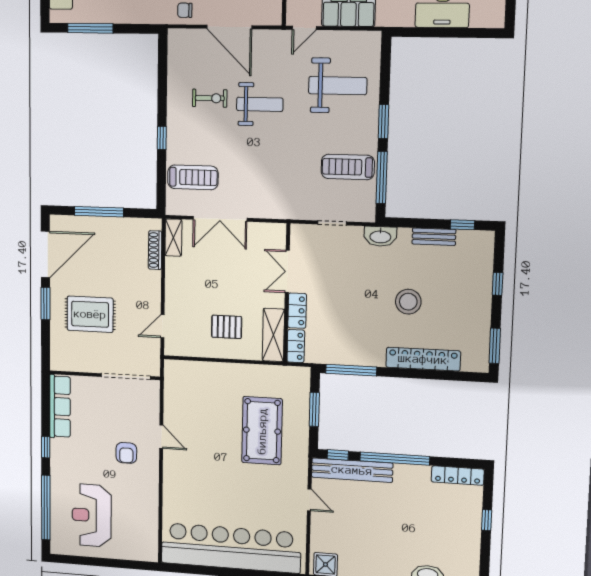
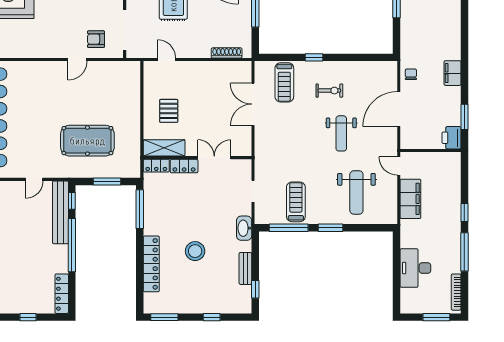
exercise bike: (210, 98) -> (329, 91), moved, turned -90
shelving: (173, 238) -> (237, 68), removed
armchair: (126, 453) -> (96, 39), moved

